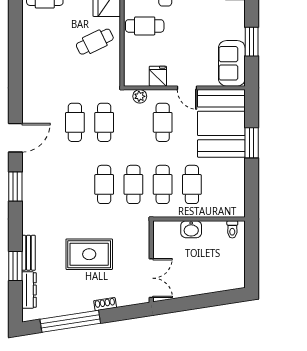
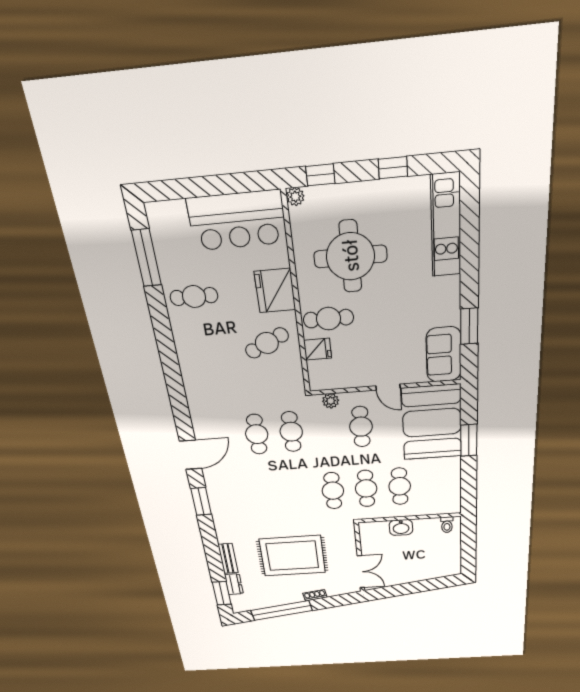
fridge: (158, 76) -> (318, 349), moved, turned 90
cafe table: (104, 184) -> (300, 493), removed
rug: (89, 254) -> (292, 556), width x1.37, depth x1.44
window: (15, 266) -> (222, 593), moved
dresser: (29, 290) -> (234, 584), width x0.70

